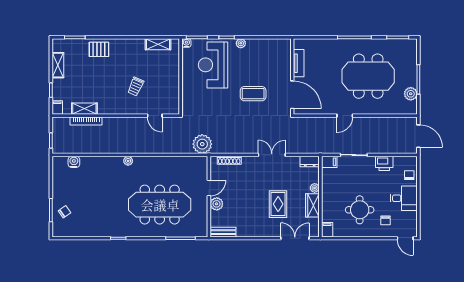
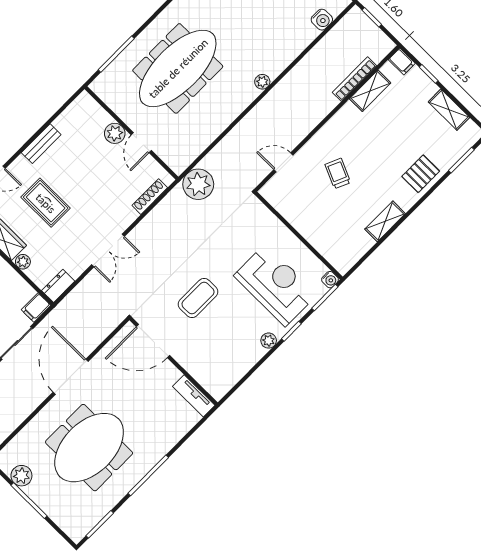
shelving: (158, 44) -> (385, 221), moved
tv unit: (299, 63) -> (194, 396), moved
door: (345, 116) -> (71, 377), width x1.88
bench: (223, 232) -> (41, 144), moved

